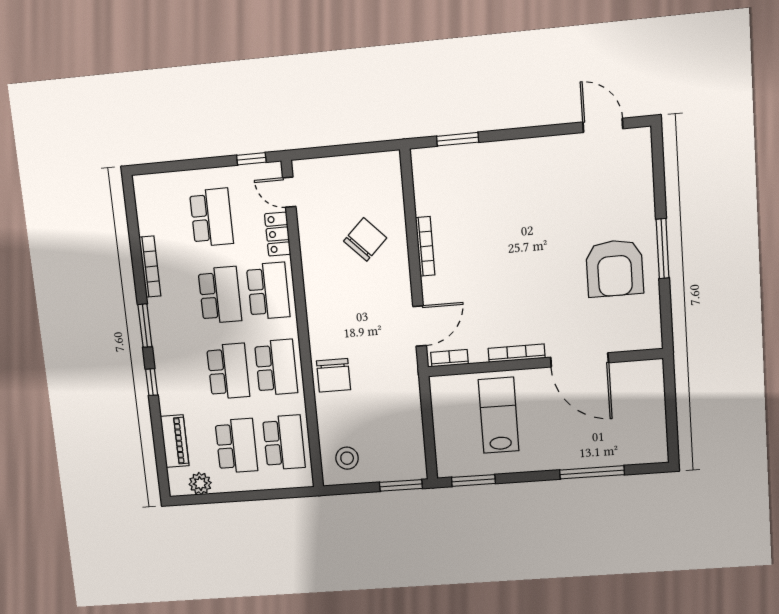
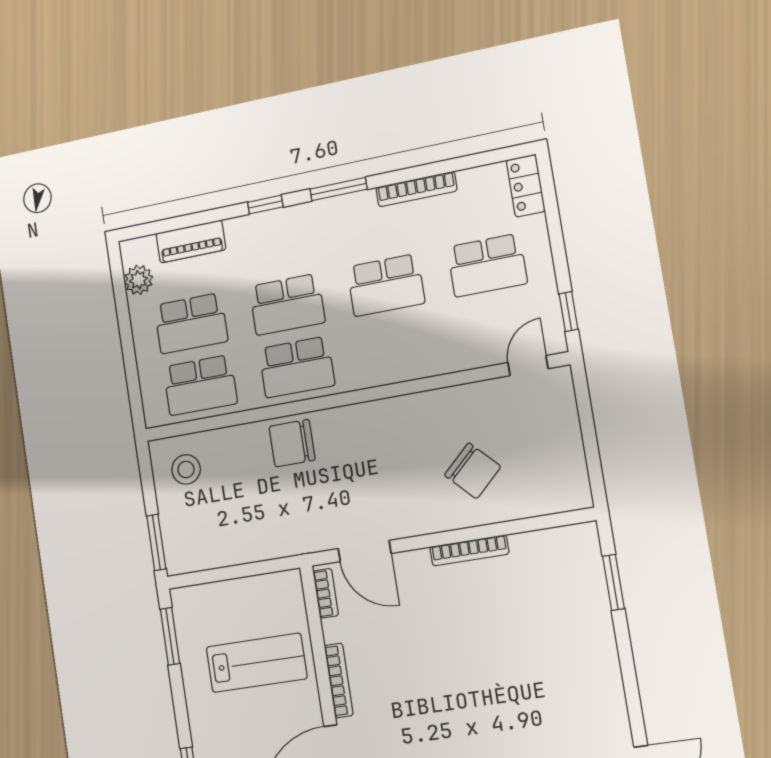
locker: (278, 234) -> (526, 186), moved, turned -90
school desk: (268, 291) -> (396, 348), removed

